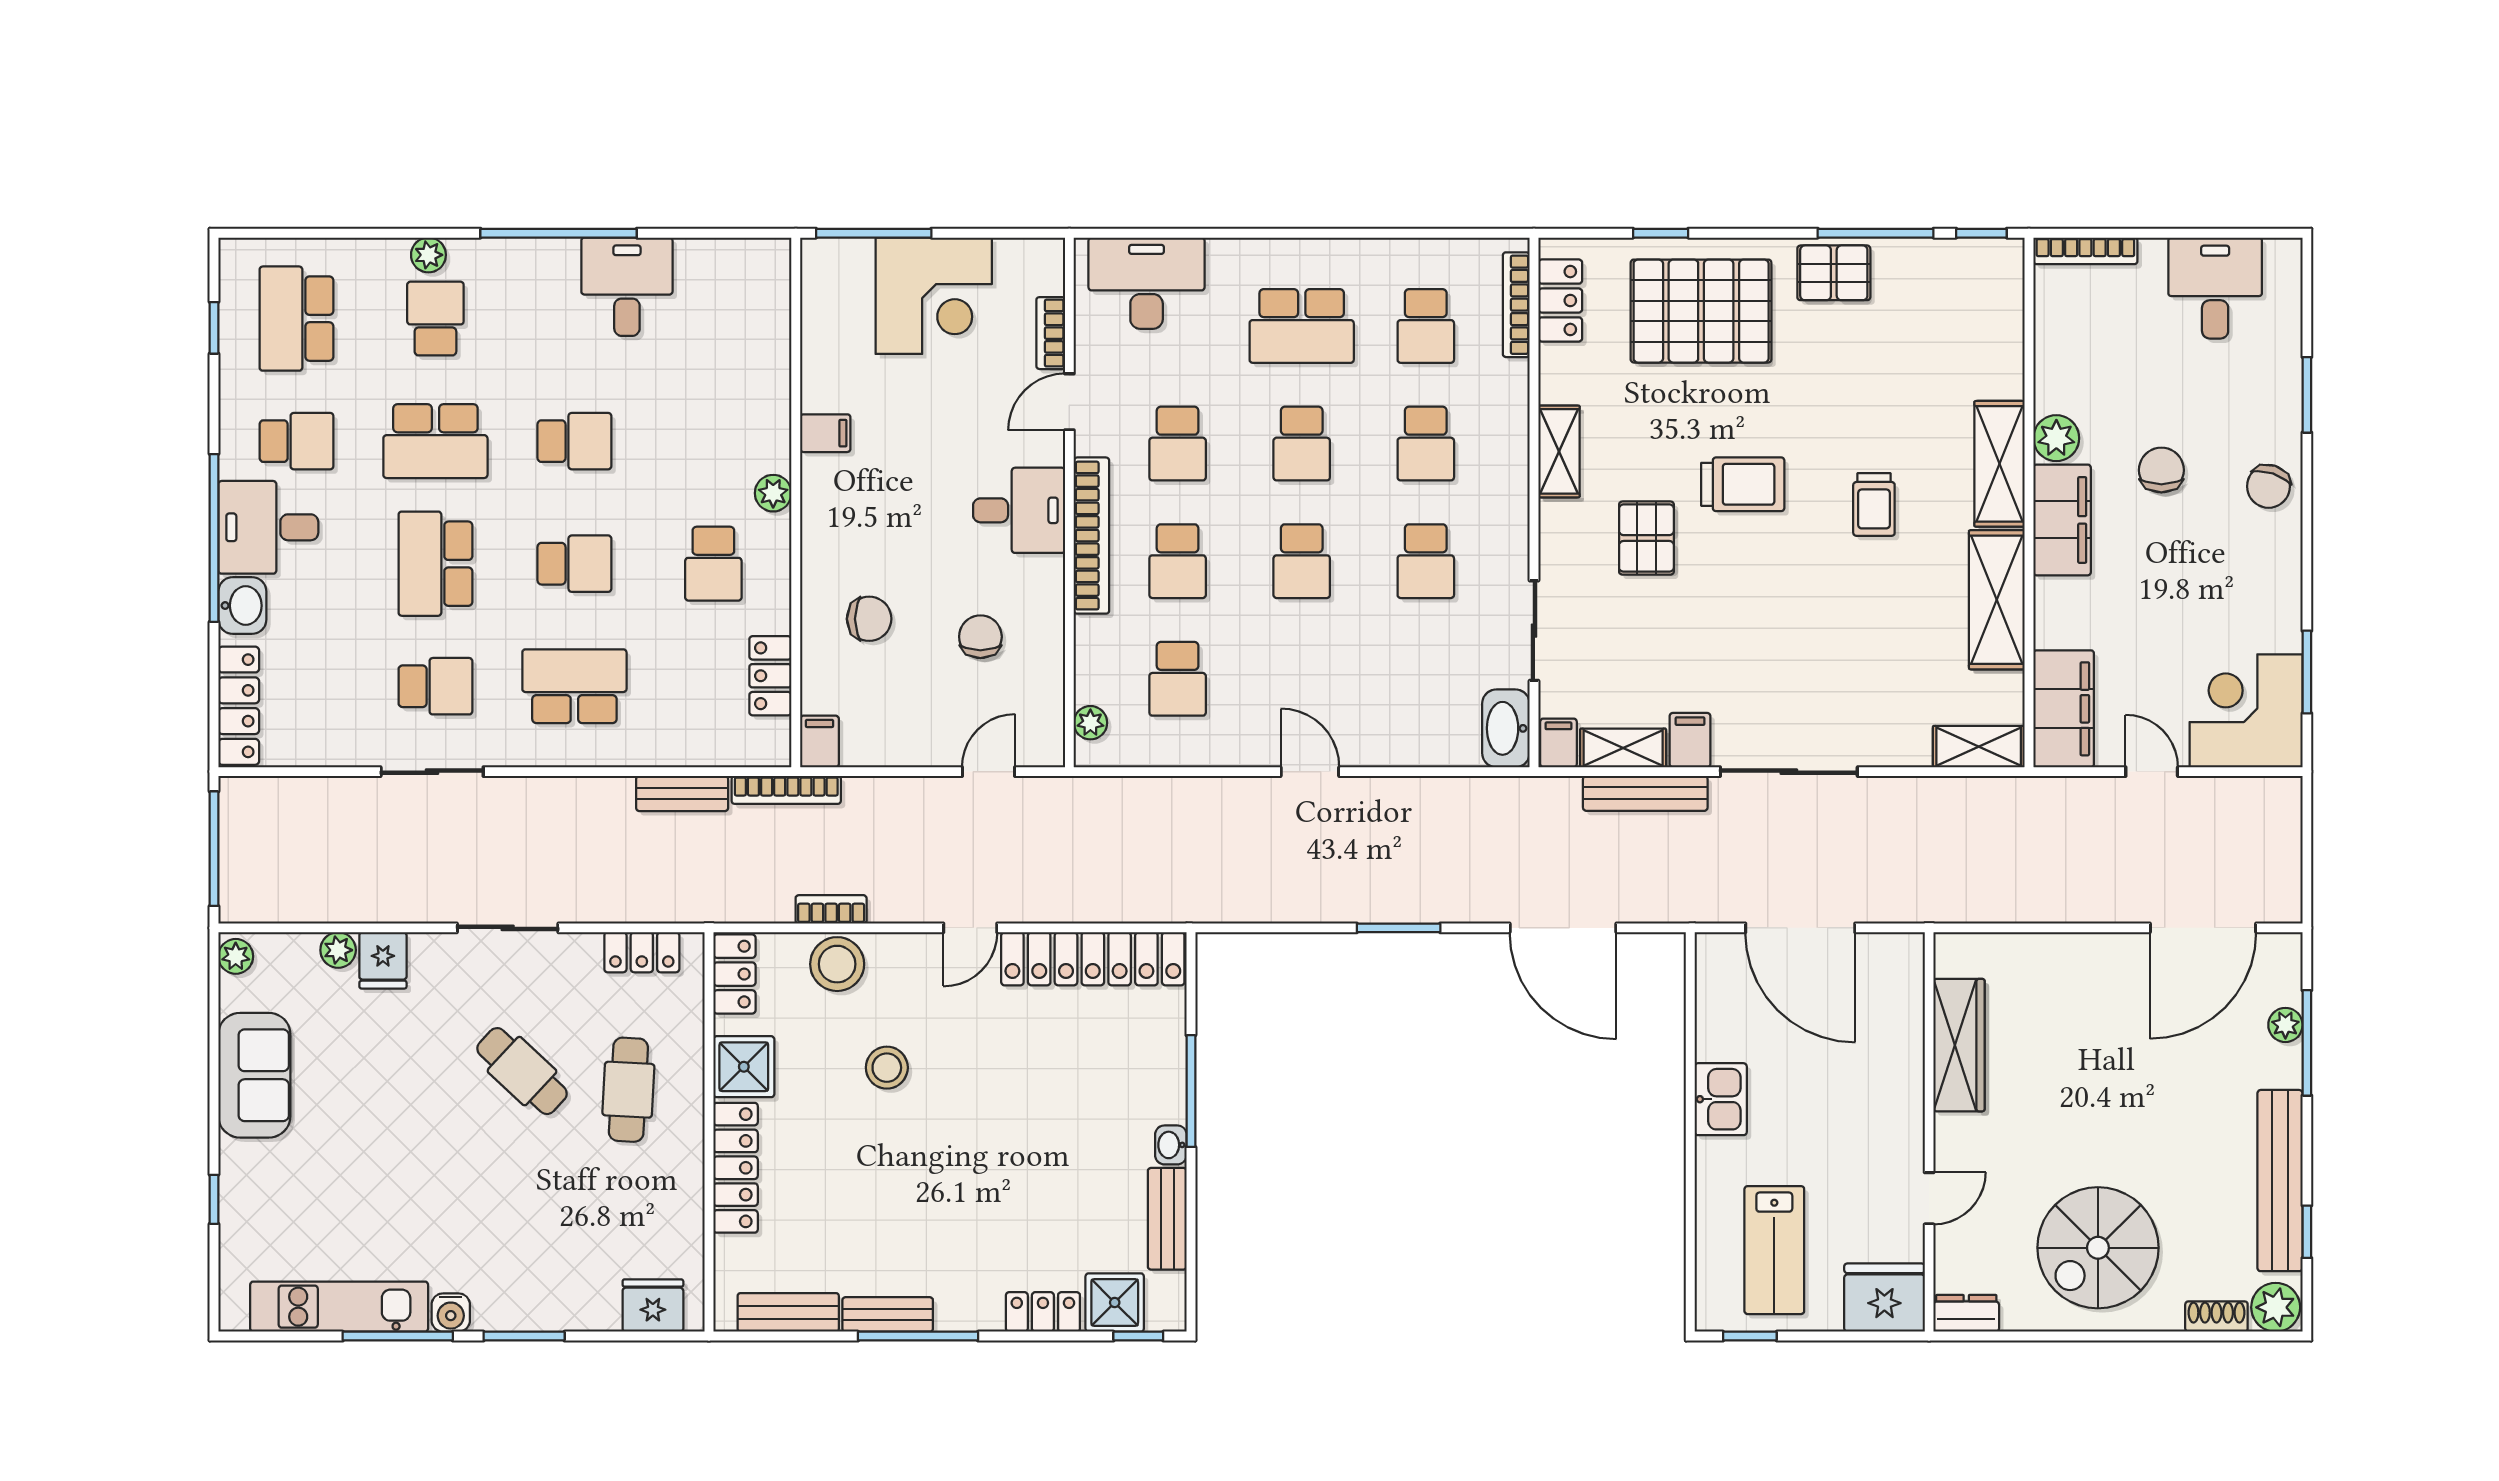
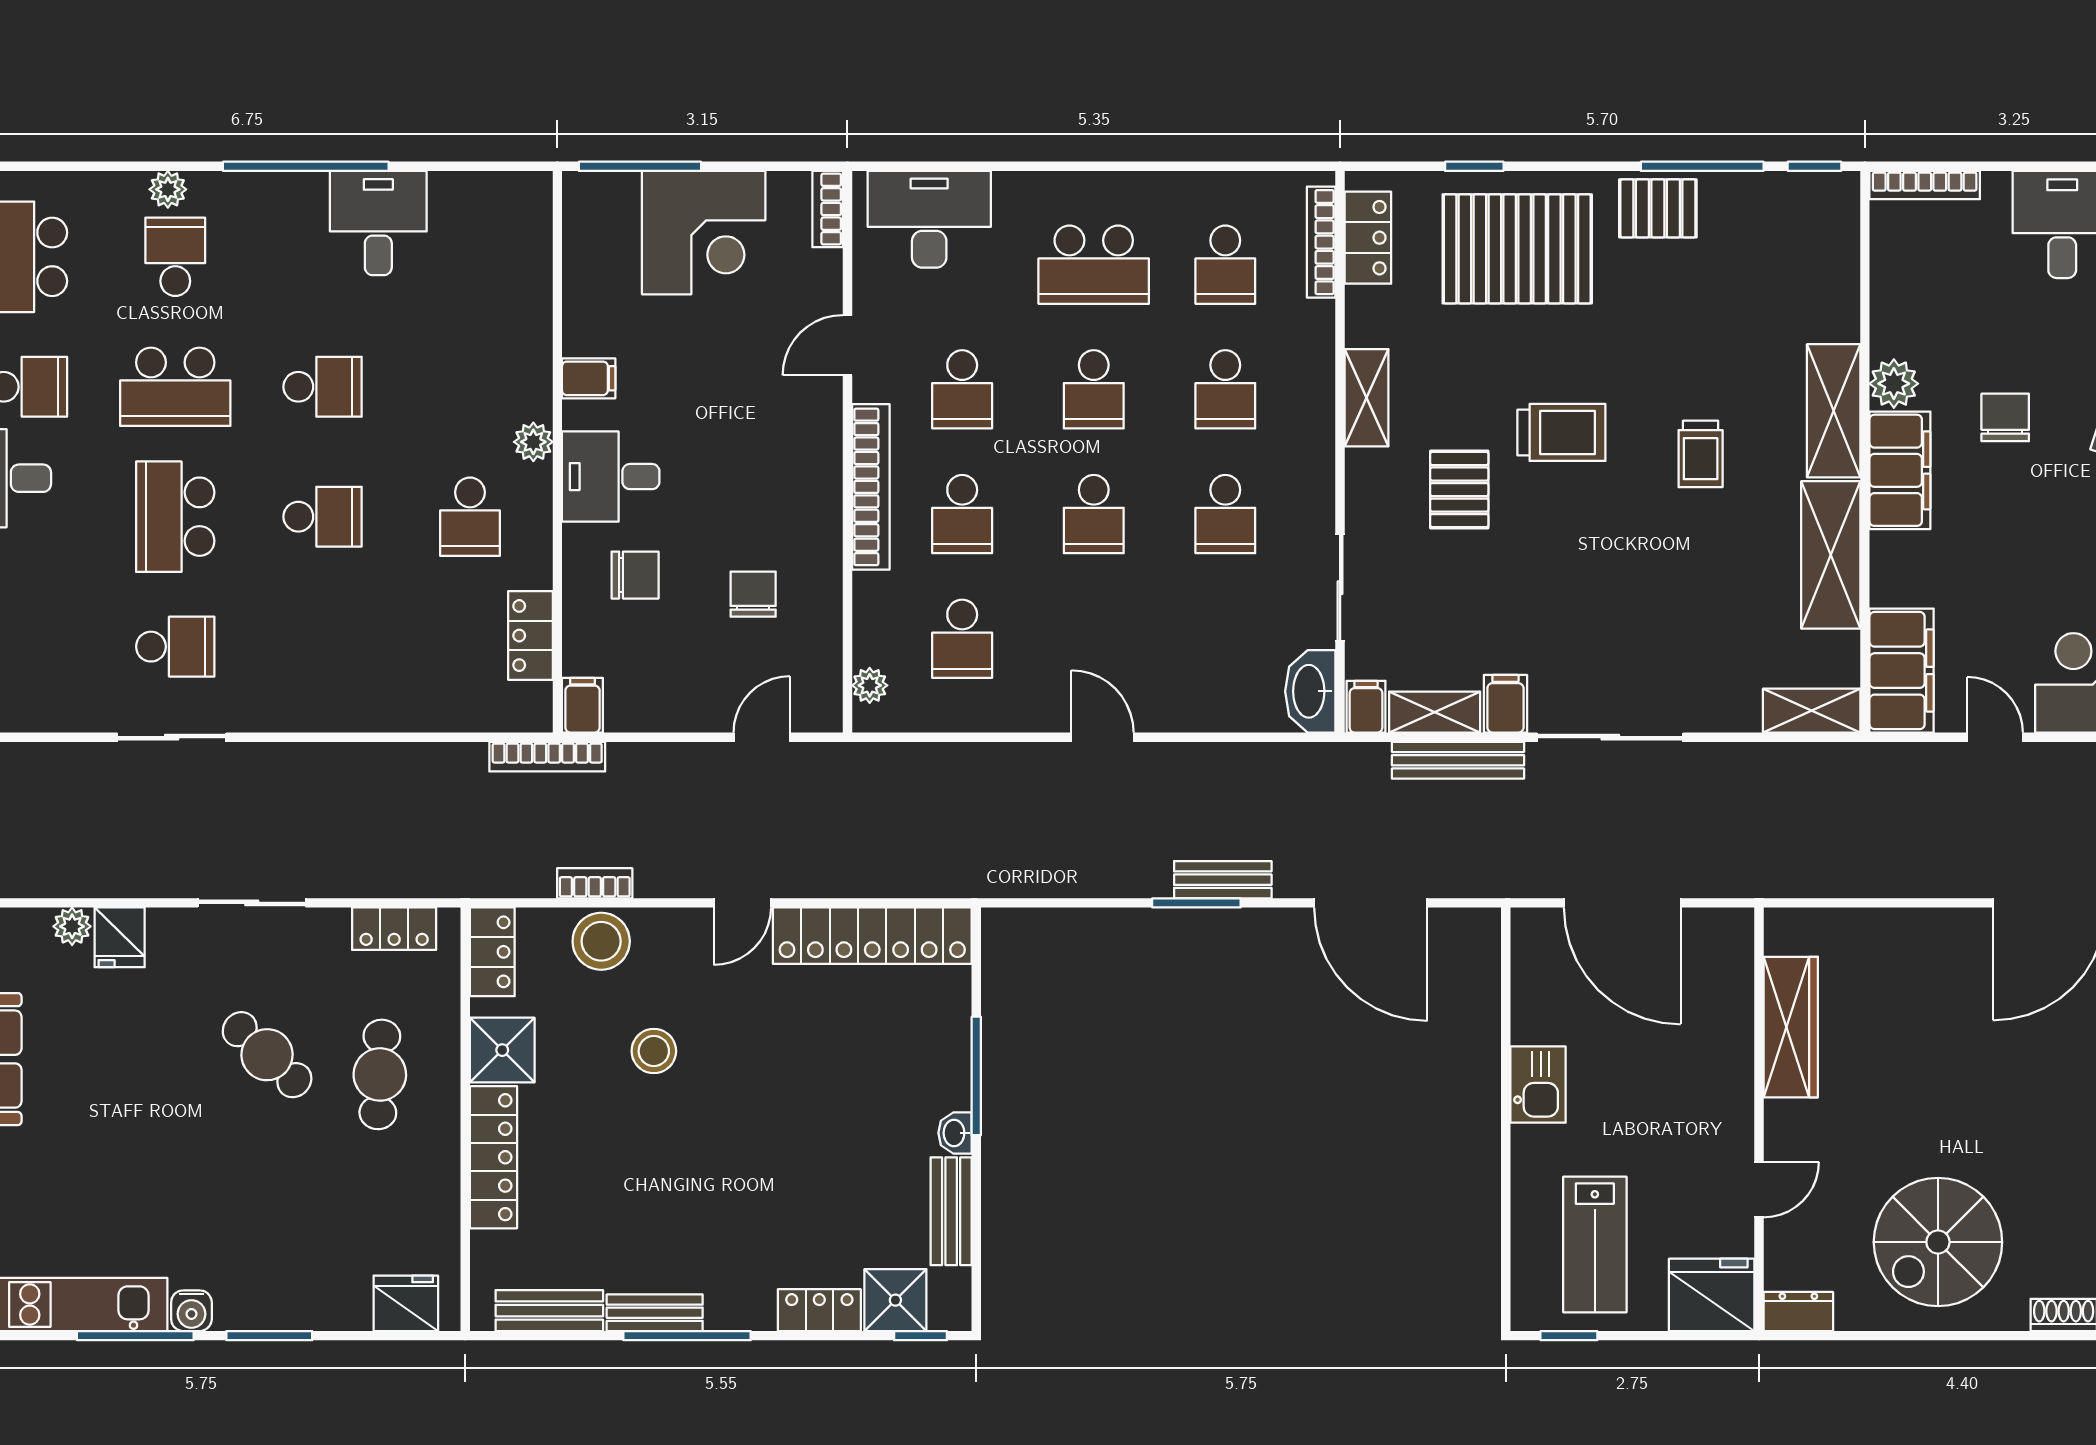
bookcase: (1051, 333) -> (828, 209), moved
desk: (1019, 510) -> (611, 477), moved, turned 180
school desk: (574, 686) -> (323, 647), removed
bench: (682, 793) -> (1223, 880), moved

